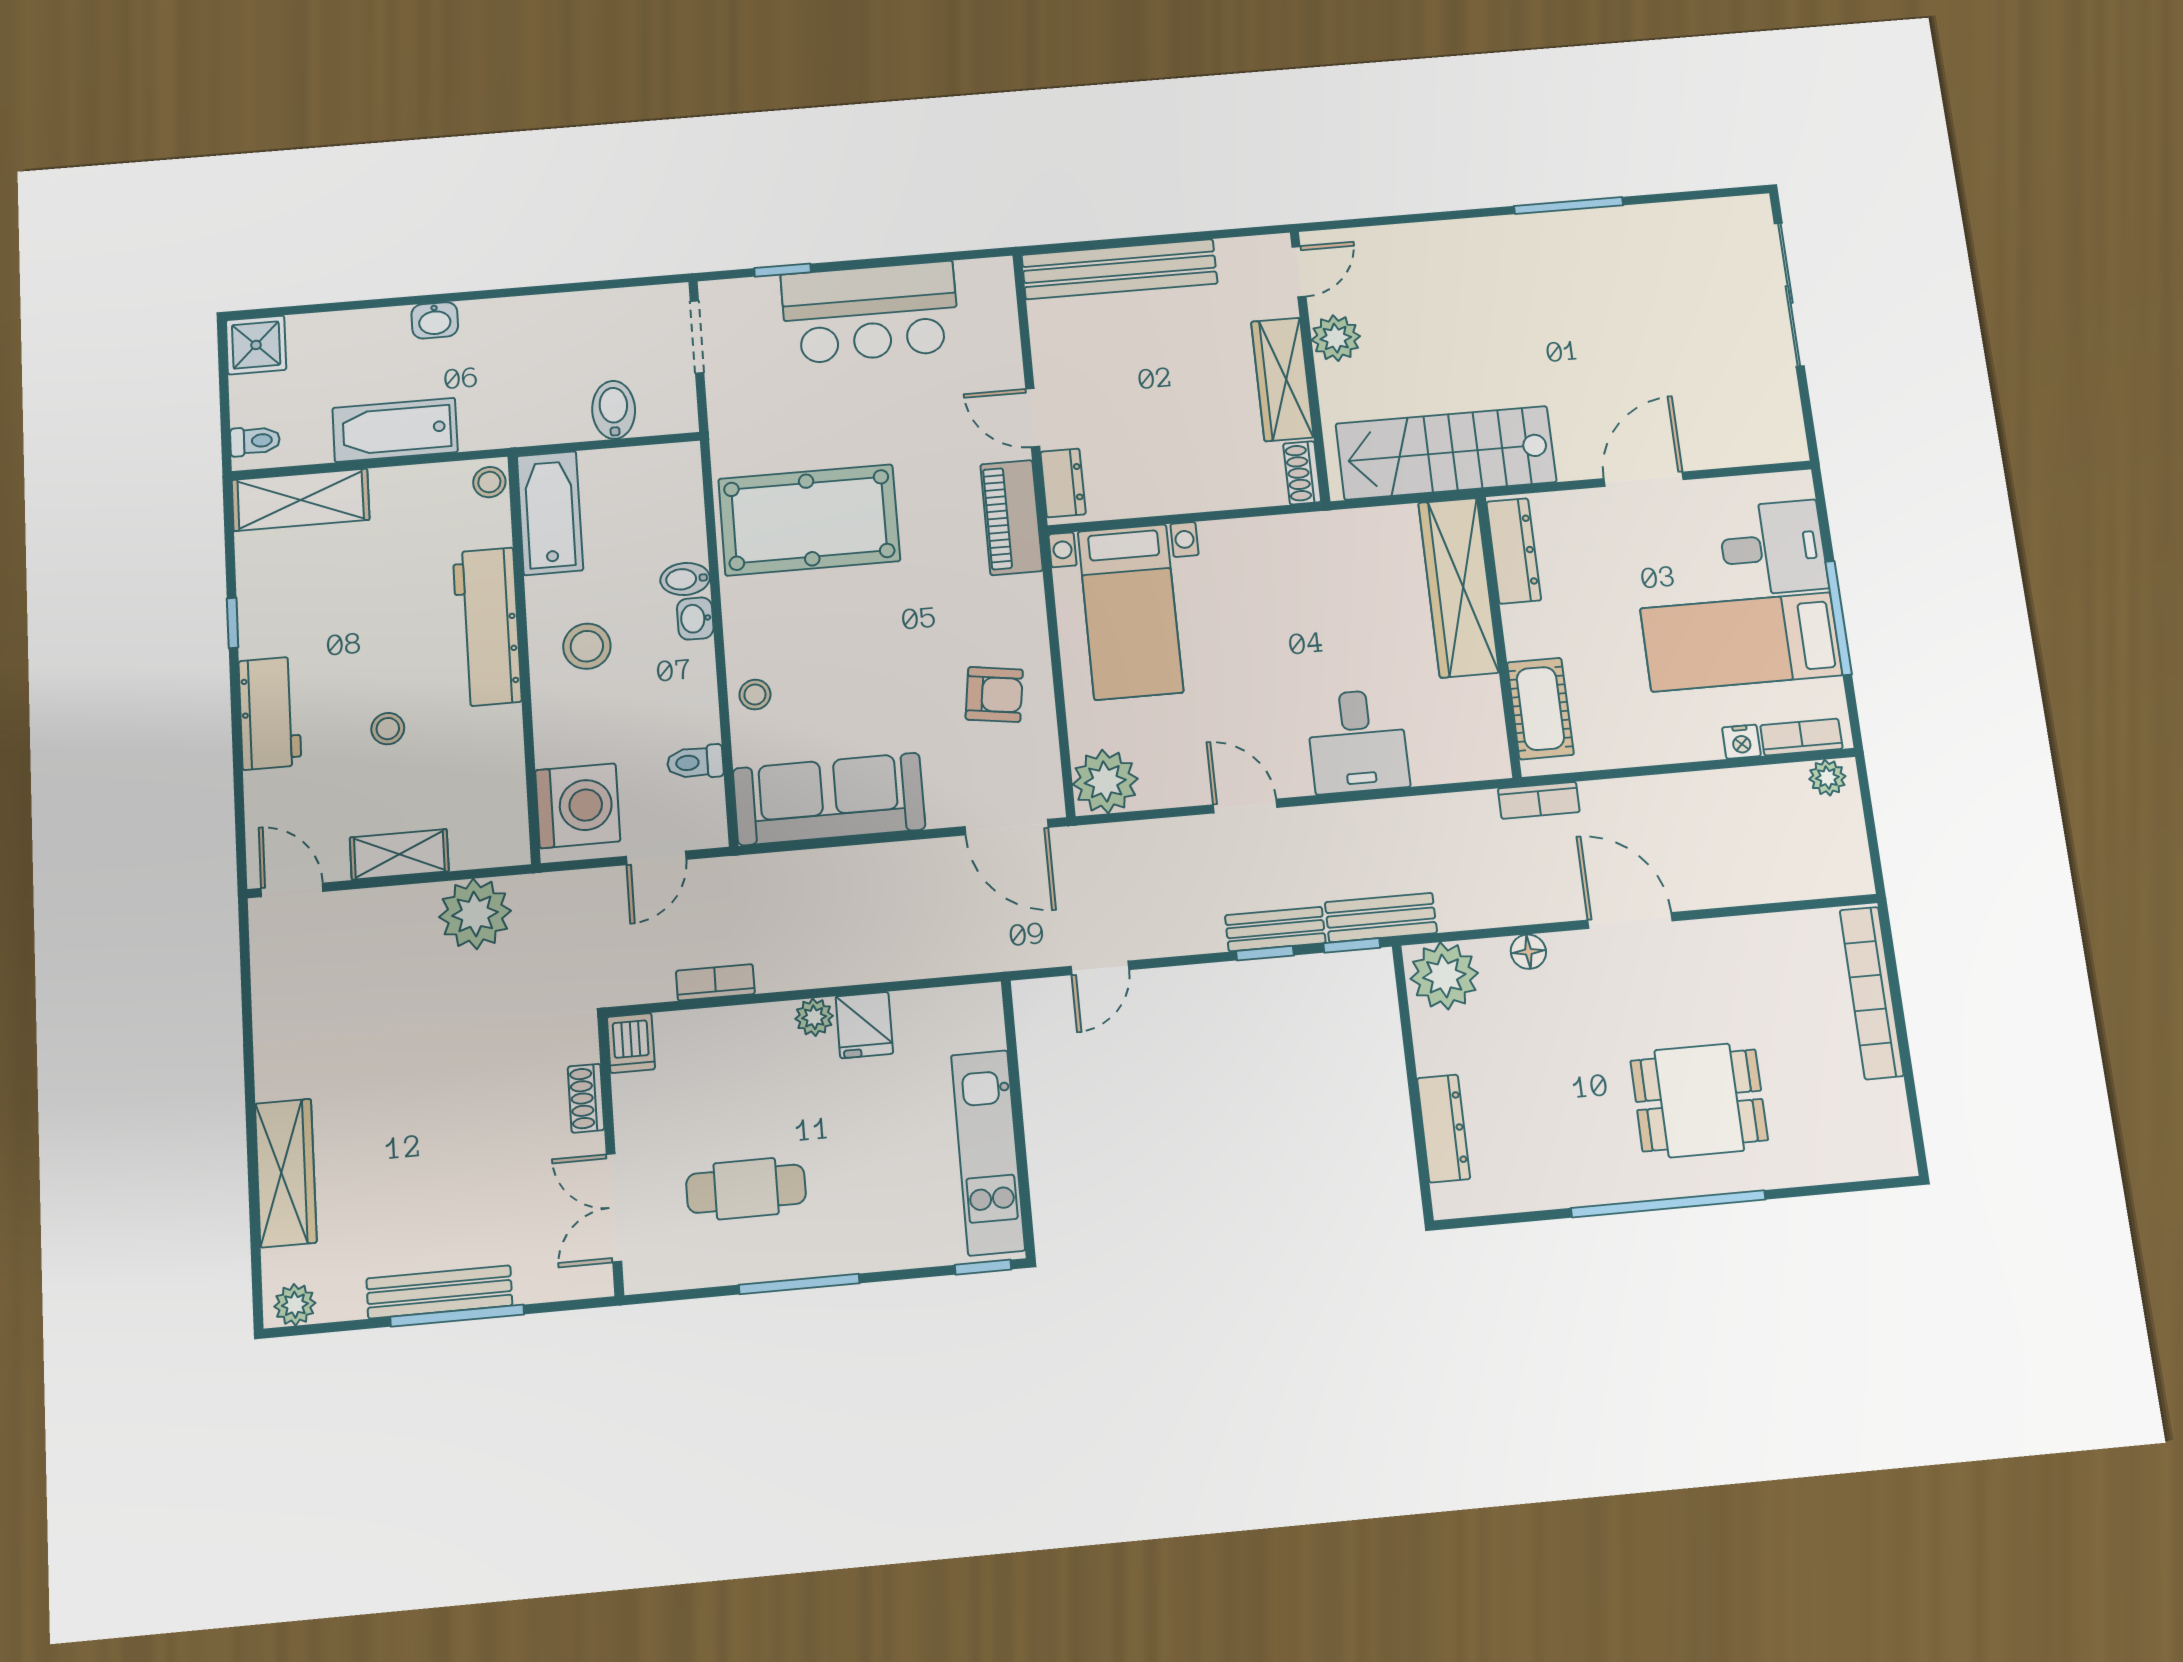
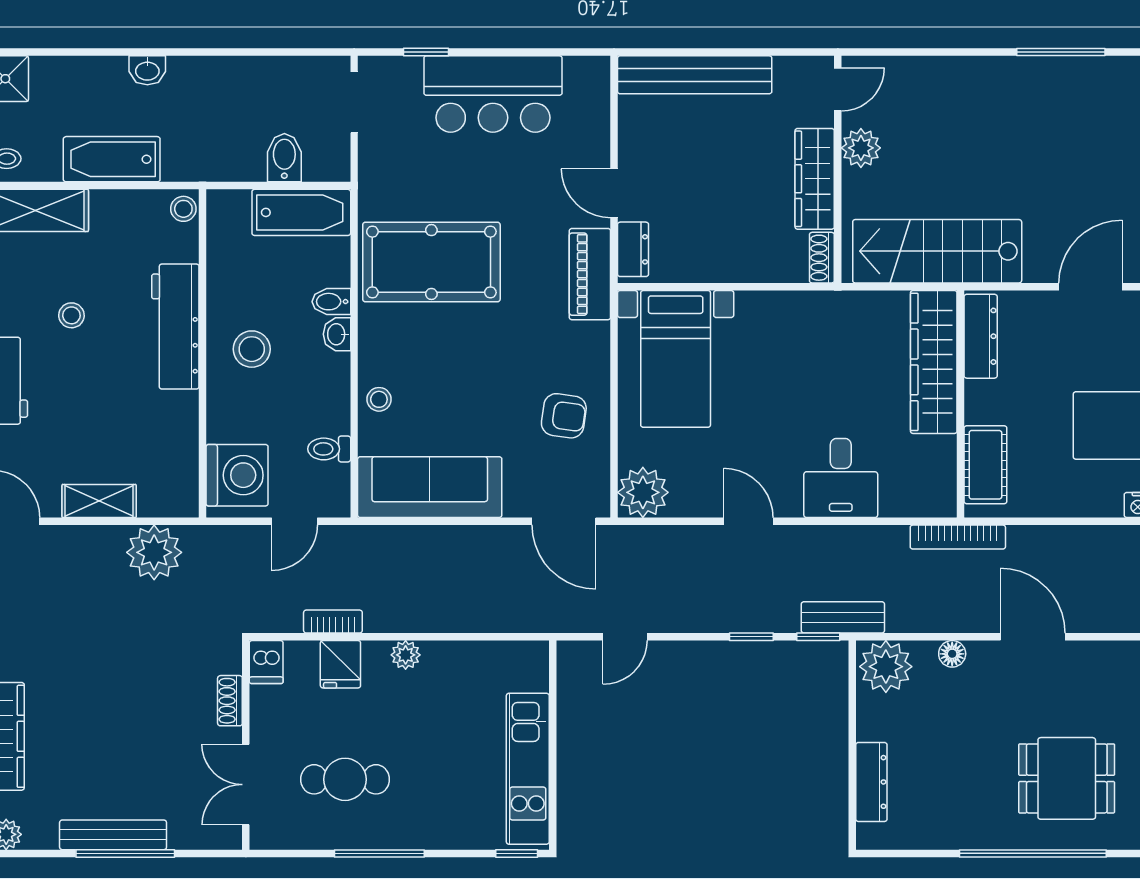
bathtub: (550, 513) -> (301, 212), moved, turned 90
stool: (388, 729) -> (71, 315), moved
bookcase: (1539, 800) -> (958, 537), width x1.56
bench: (1275, 929) -> (761, 619), removed
fridge: (864, 1025) -> (340, 664), moved

